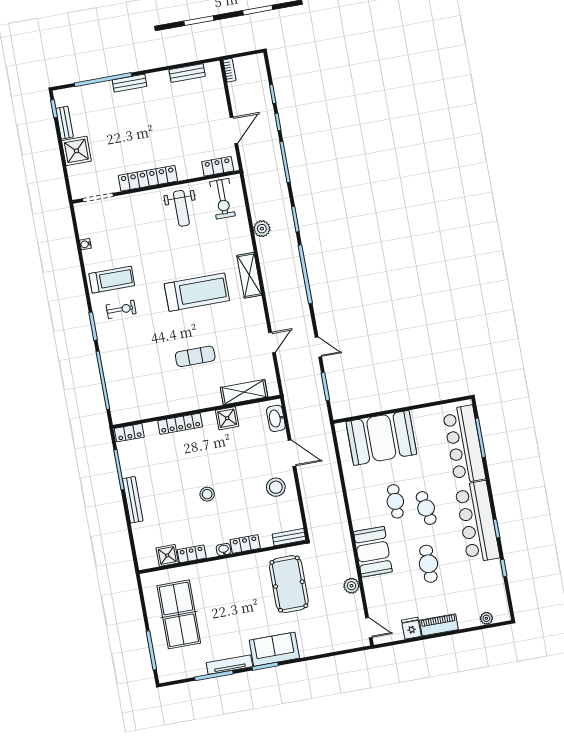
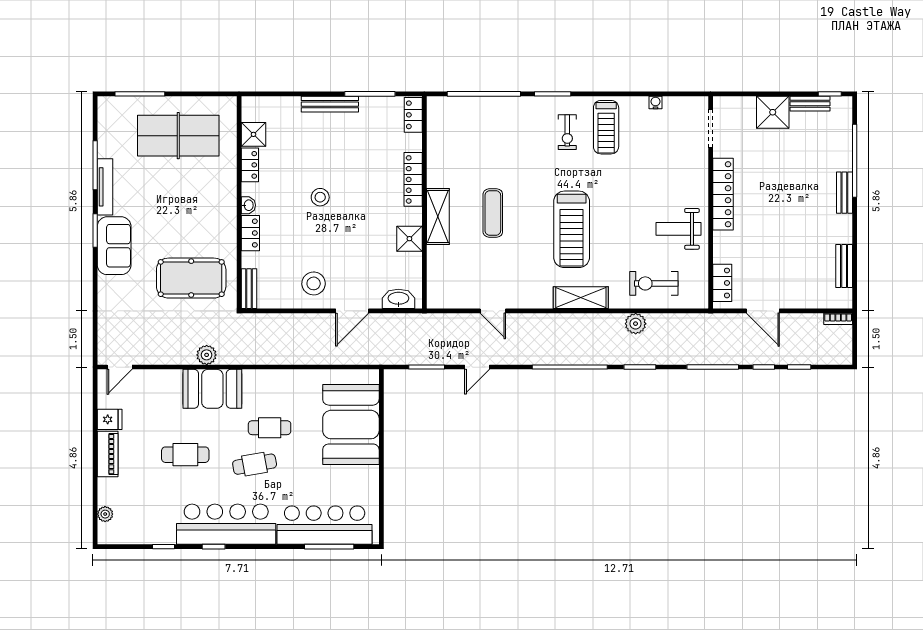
exercise bike: (222, 199) -> (654, 283), moved
shelving: (244, 392) -> (438, 217), moved
plant: (351, 586) -> (207, 355), moved

